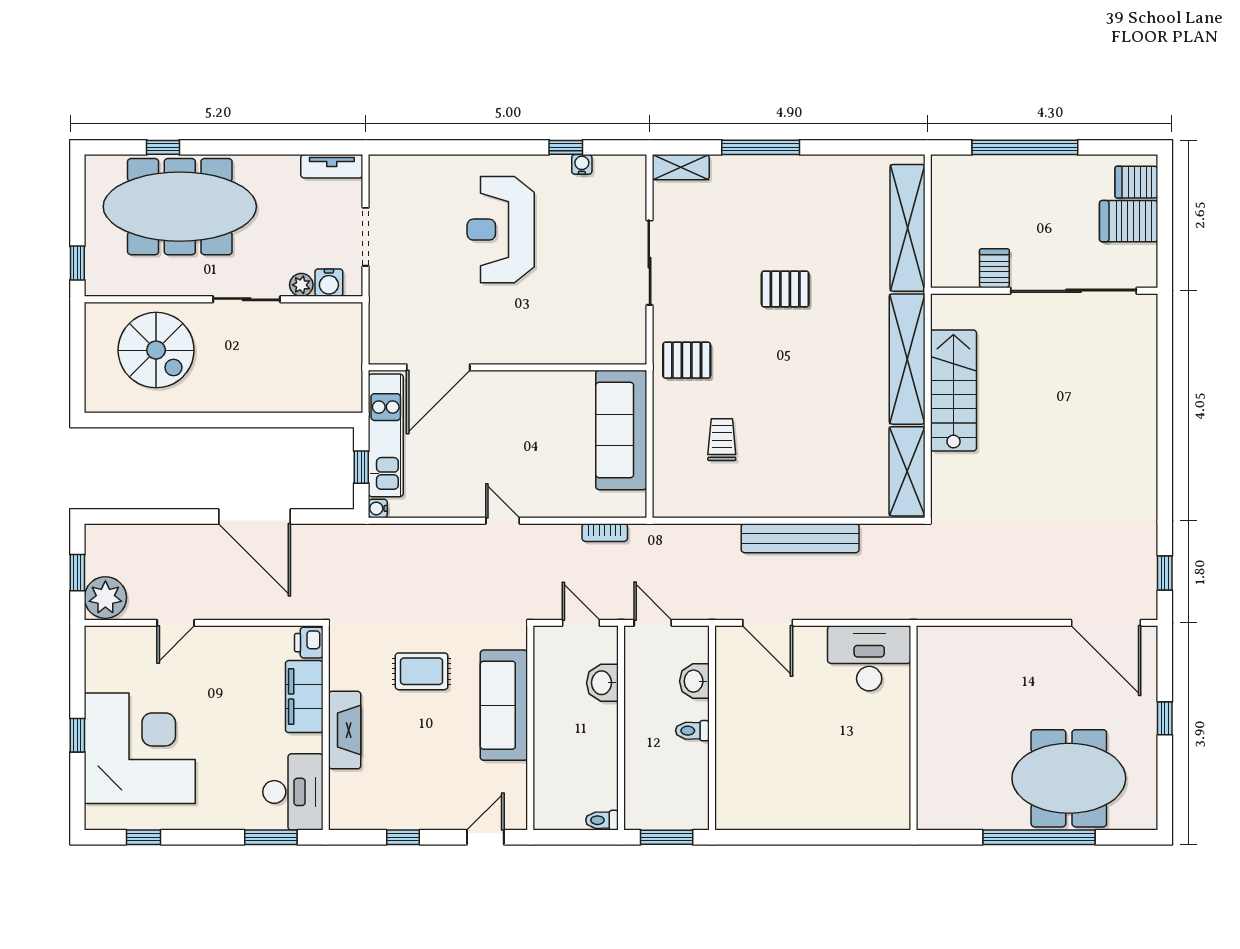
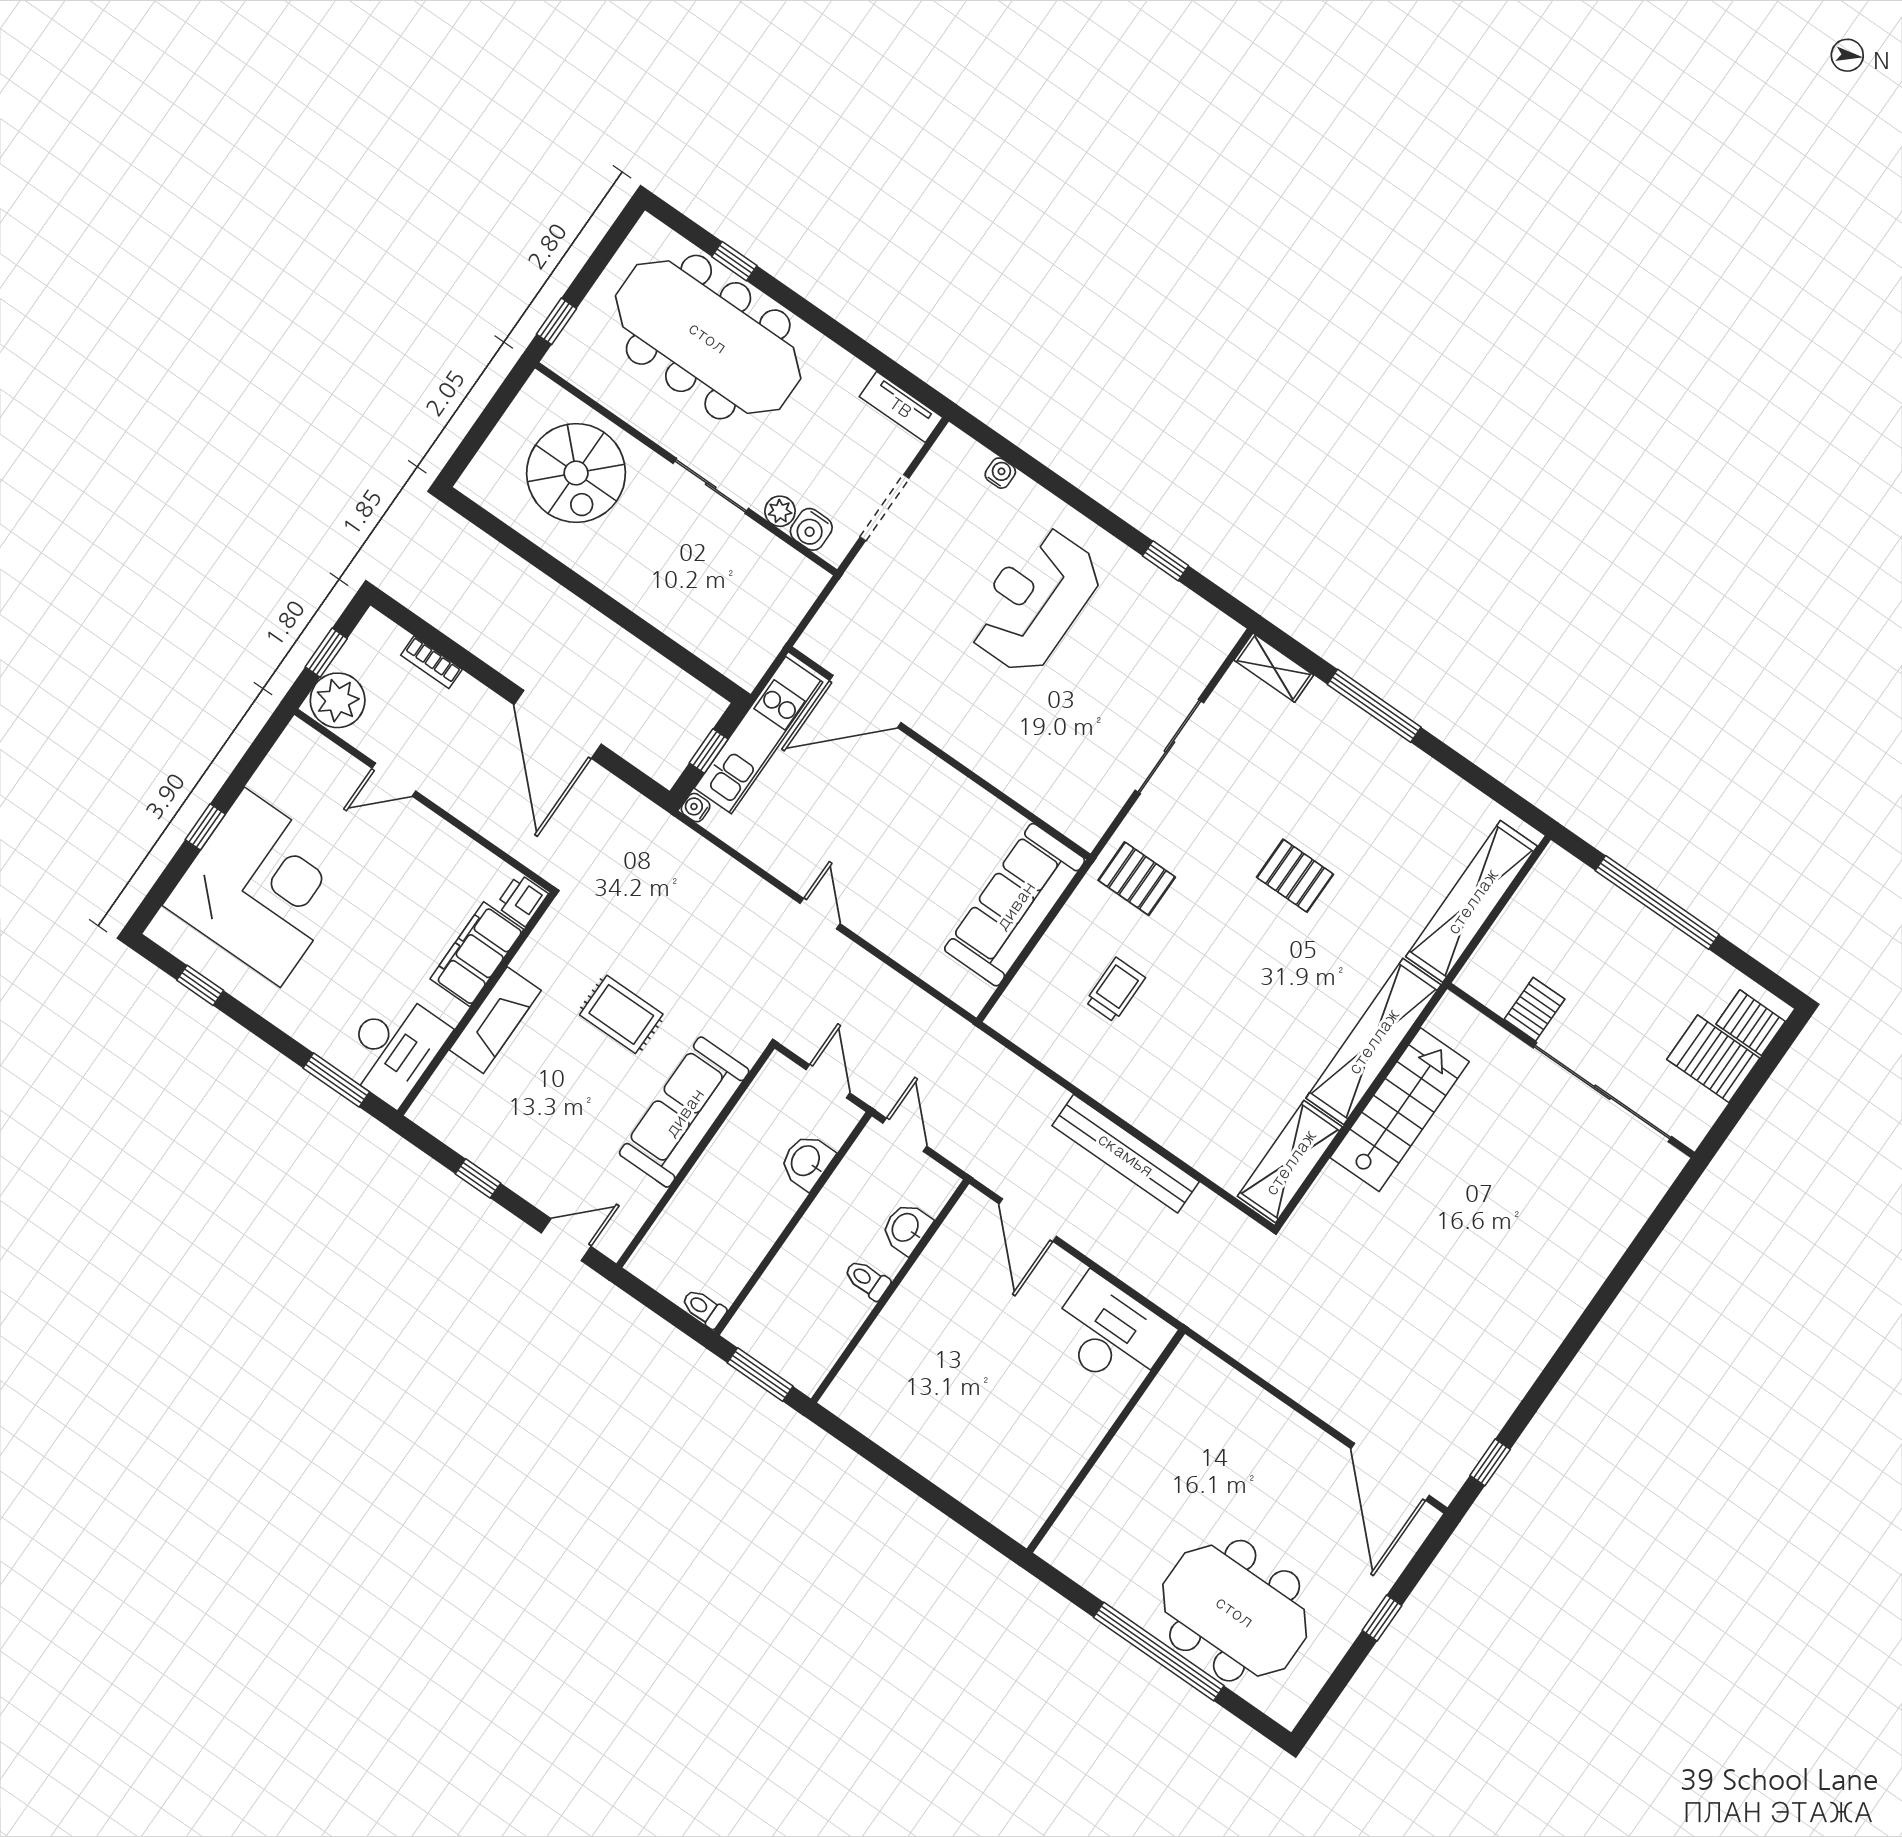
water cooler: (582, 164) -> (1000, 473), moved
bookcase: (605, 533) -> (431, 662), moved

